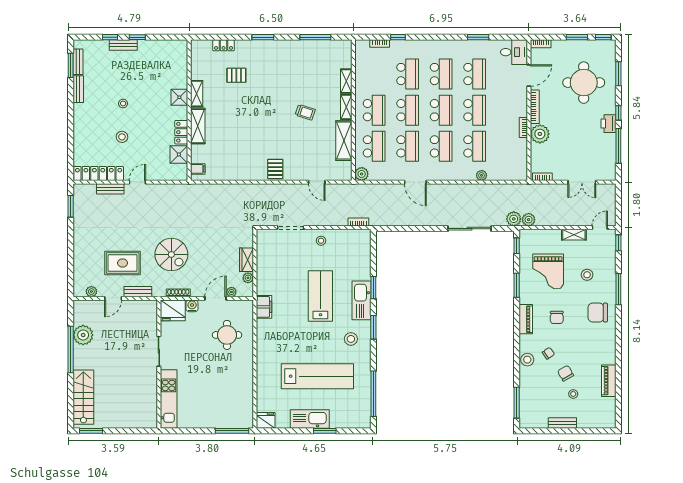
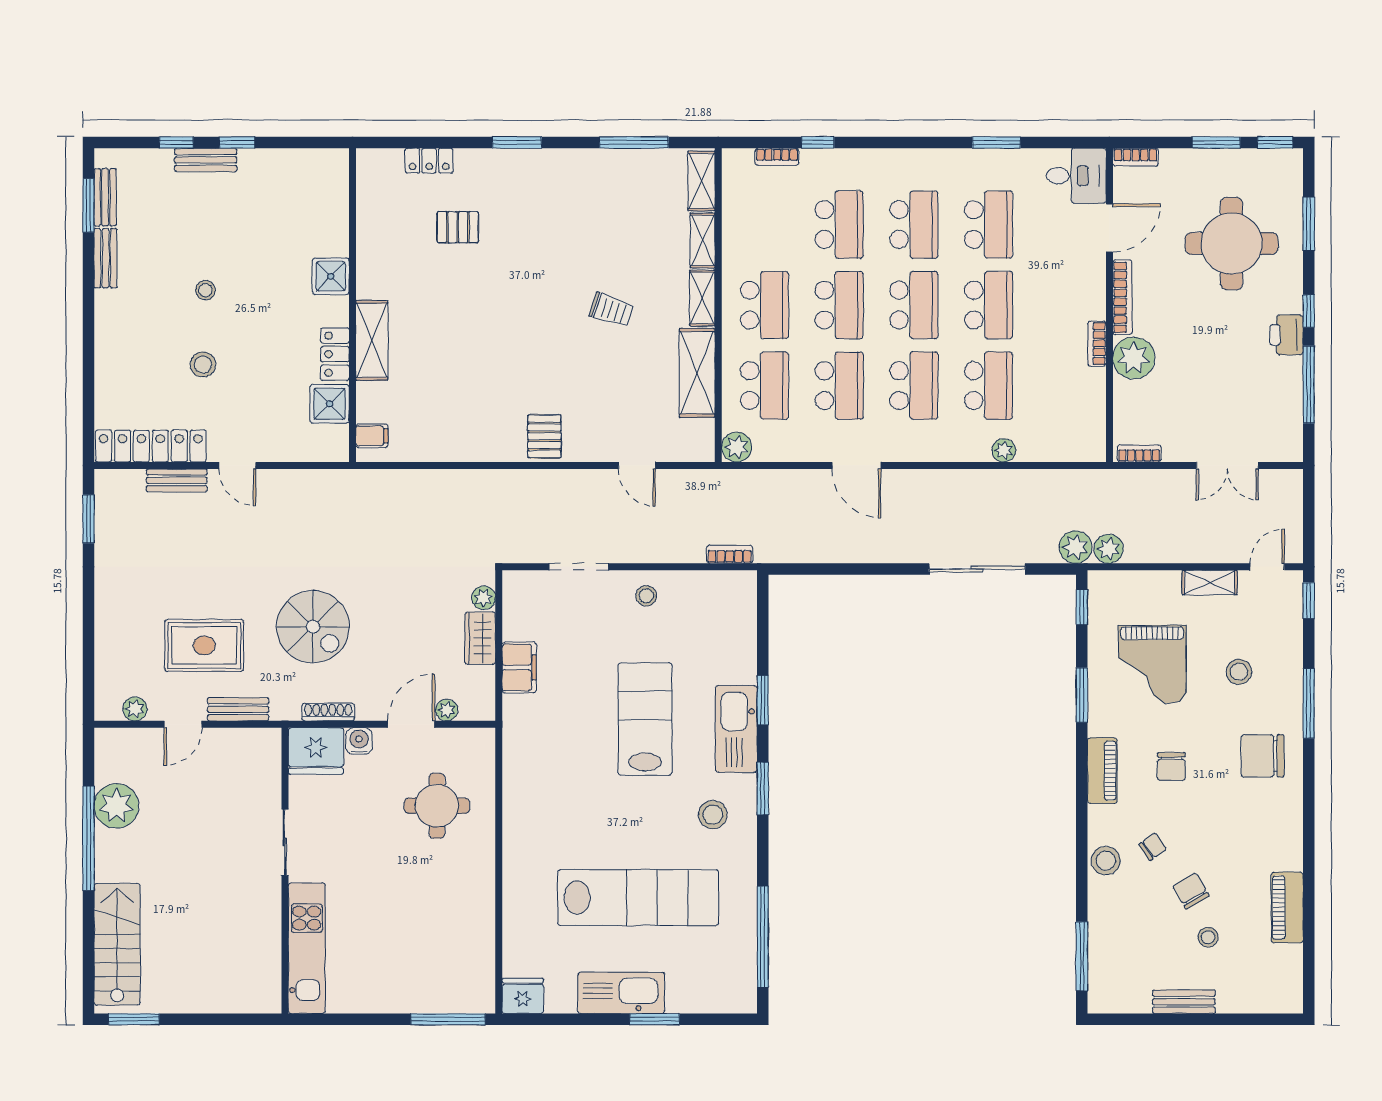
shelving: (197, 94) -> (701, 181), moved
door: (137, 182) -> (237, 465), swing flipped
plant: (248, 278) -> (484, 598), moved
filing cabinet: (264, 307) -> (519, 667), moved

